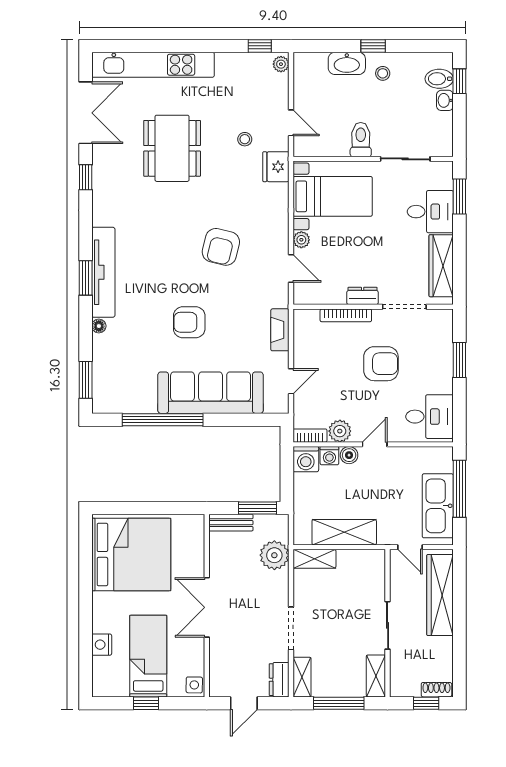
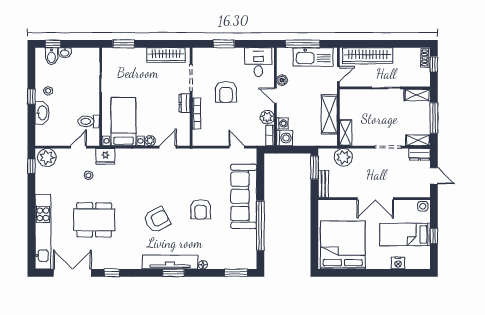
plant: (281, 64) -> (47, 157), width x1.88, depth x1.88
toilet: (361, 140) -> (89, 121), moved
desk: (430, 212) -> (133, 62), removed
armchair: (221, 247) -> (157, 220), moved, turned -42
fireplace: (280, 330) -> (205, 154), removed
armchair: (381, 364) -> (226, 92), turned 180
boiler: (349, 455) -> (282, 80), moved

